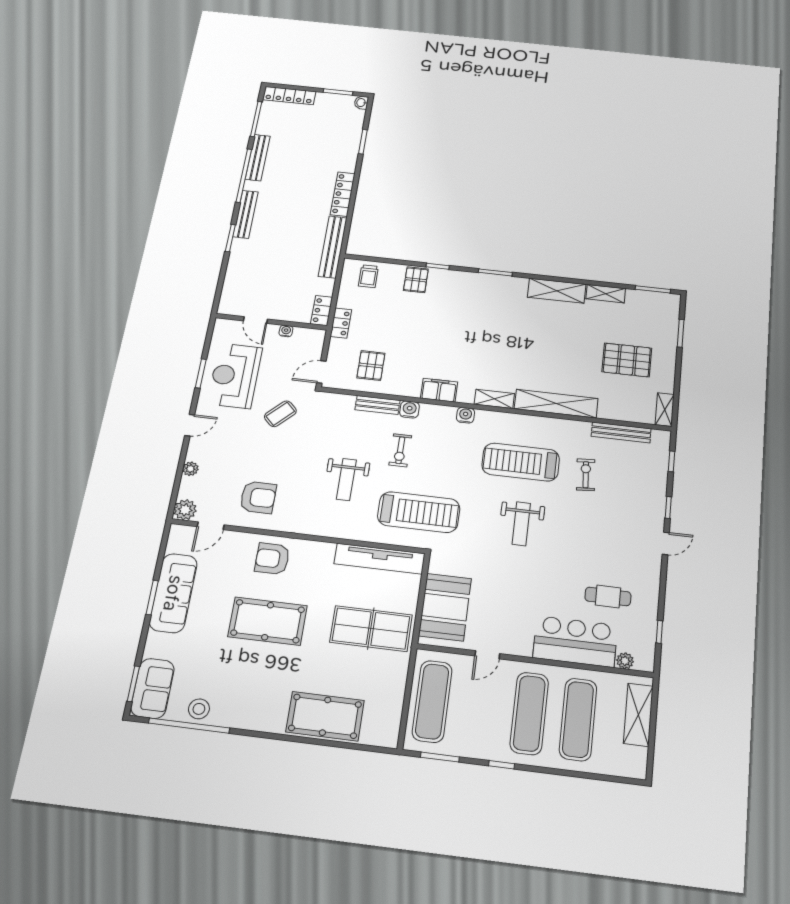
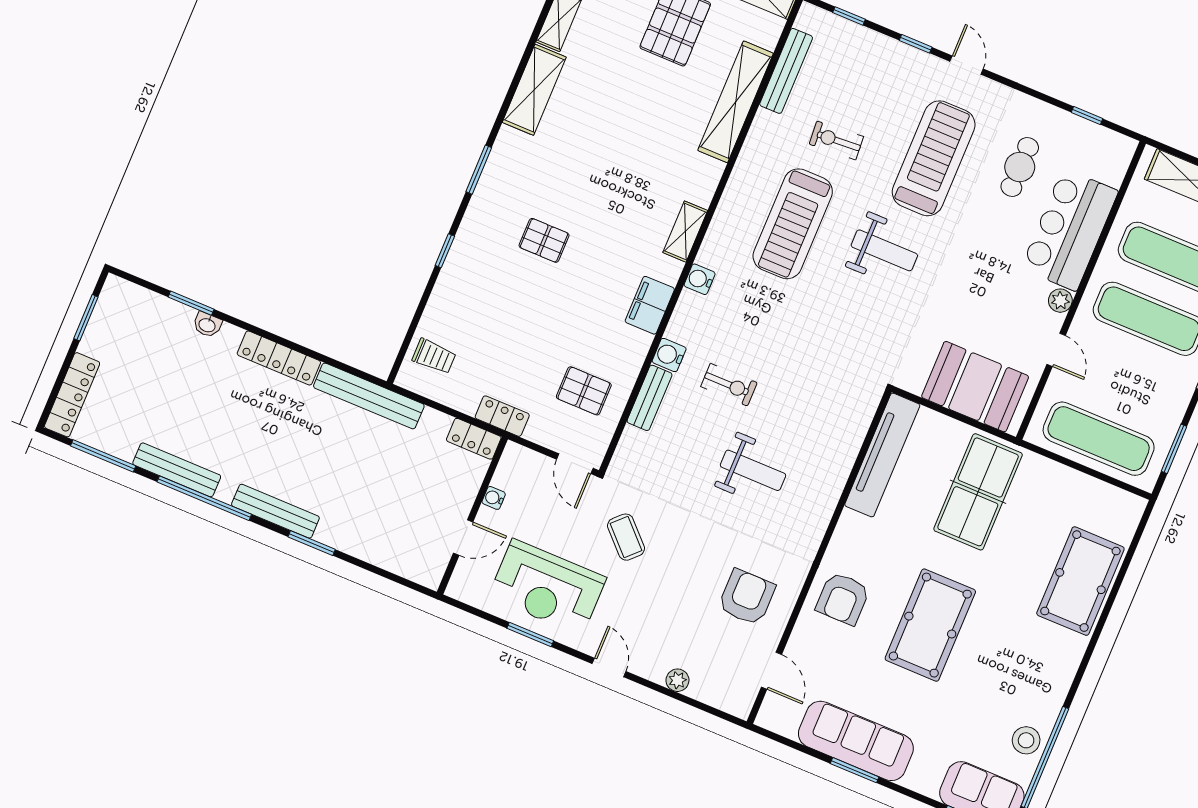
washbasin: (361, 103) -> (207, 325), moved
pallet: (416, 280) -> (544, 240), moved
shelving: (556, 404) -> (736, 102), moved
plant: (185, 510) -> (738, 700), removed
treadmill: (419, 512) -> (934, 158), moved
plant: (625, 661) -> (1060, 301), moved

